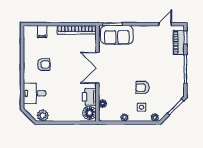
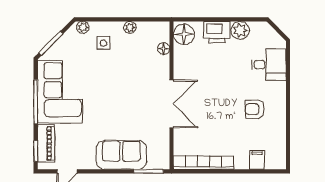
sofa: (117, 35) -> (121, 155), moved
corner sofa: (170, 76) -> (60, 92), added
armchair: (142, 88) -> (102, 73), removed
printer: (89, 97) -> (217, 32), moved, turned 90
plant: (43, 115) -> (240, 30), moved

